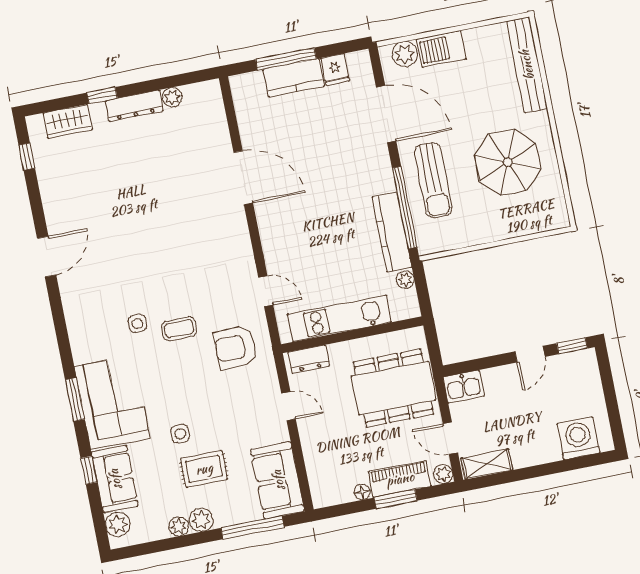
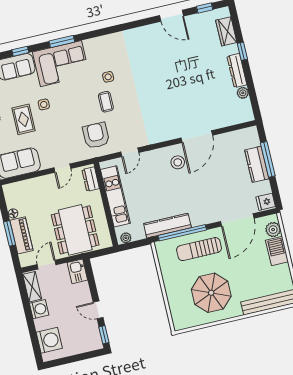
fridge: (335, 70) -> (266, 202), moved
stool: (286, 211) -> (178, 162), added
door: (47, 257) -> (172, 16), moved
plant: (405, 280) -> (126, 238), moved
washing machine: (525, 454) -> (39, 309), added
plant: (443, 474) -> (25, 261), removed

